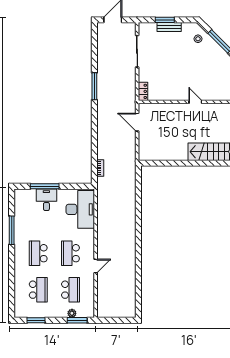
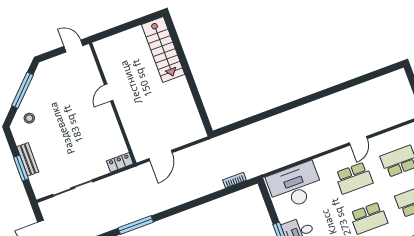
door: (96, 266) -> (358, 141), swing flipped

